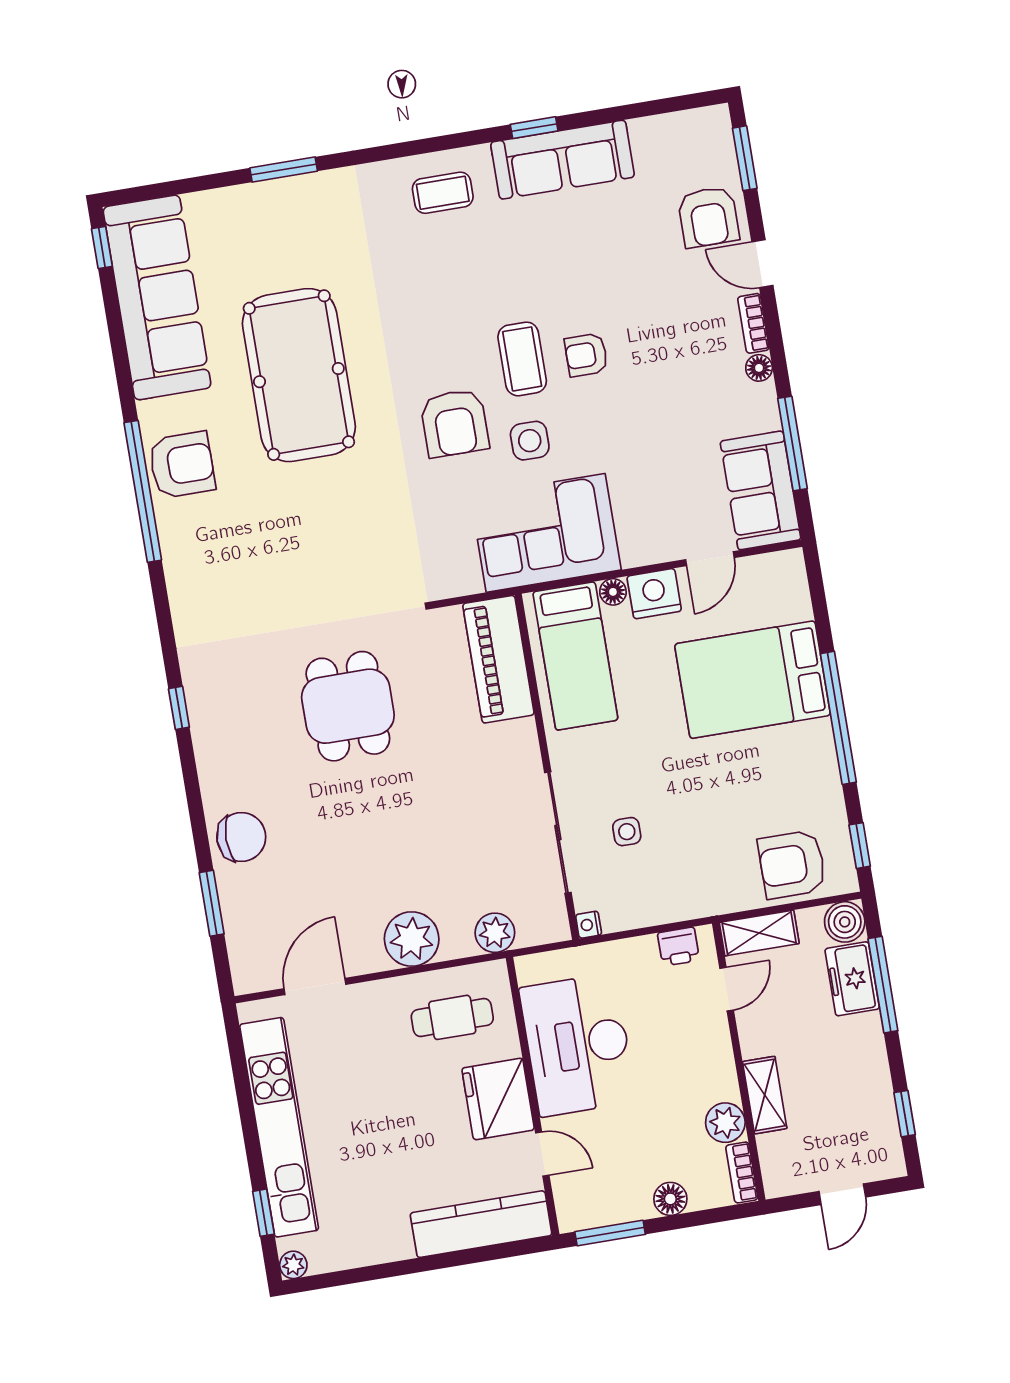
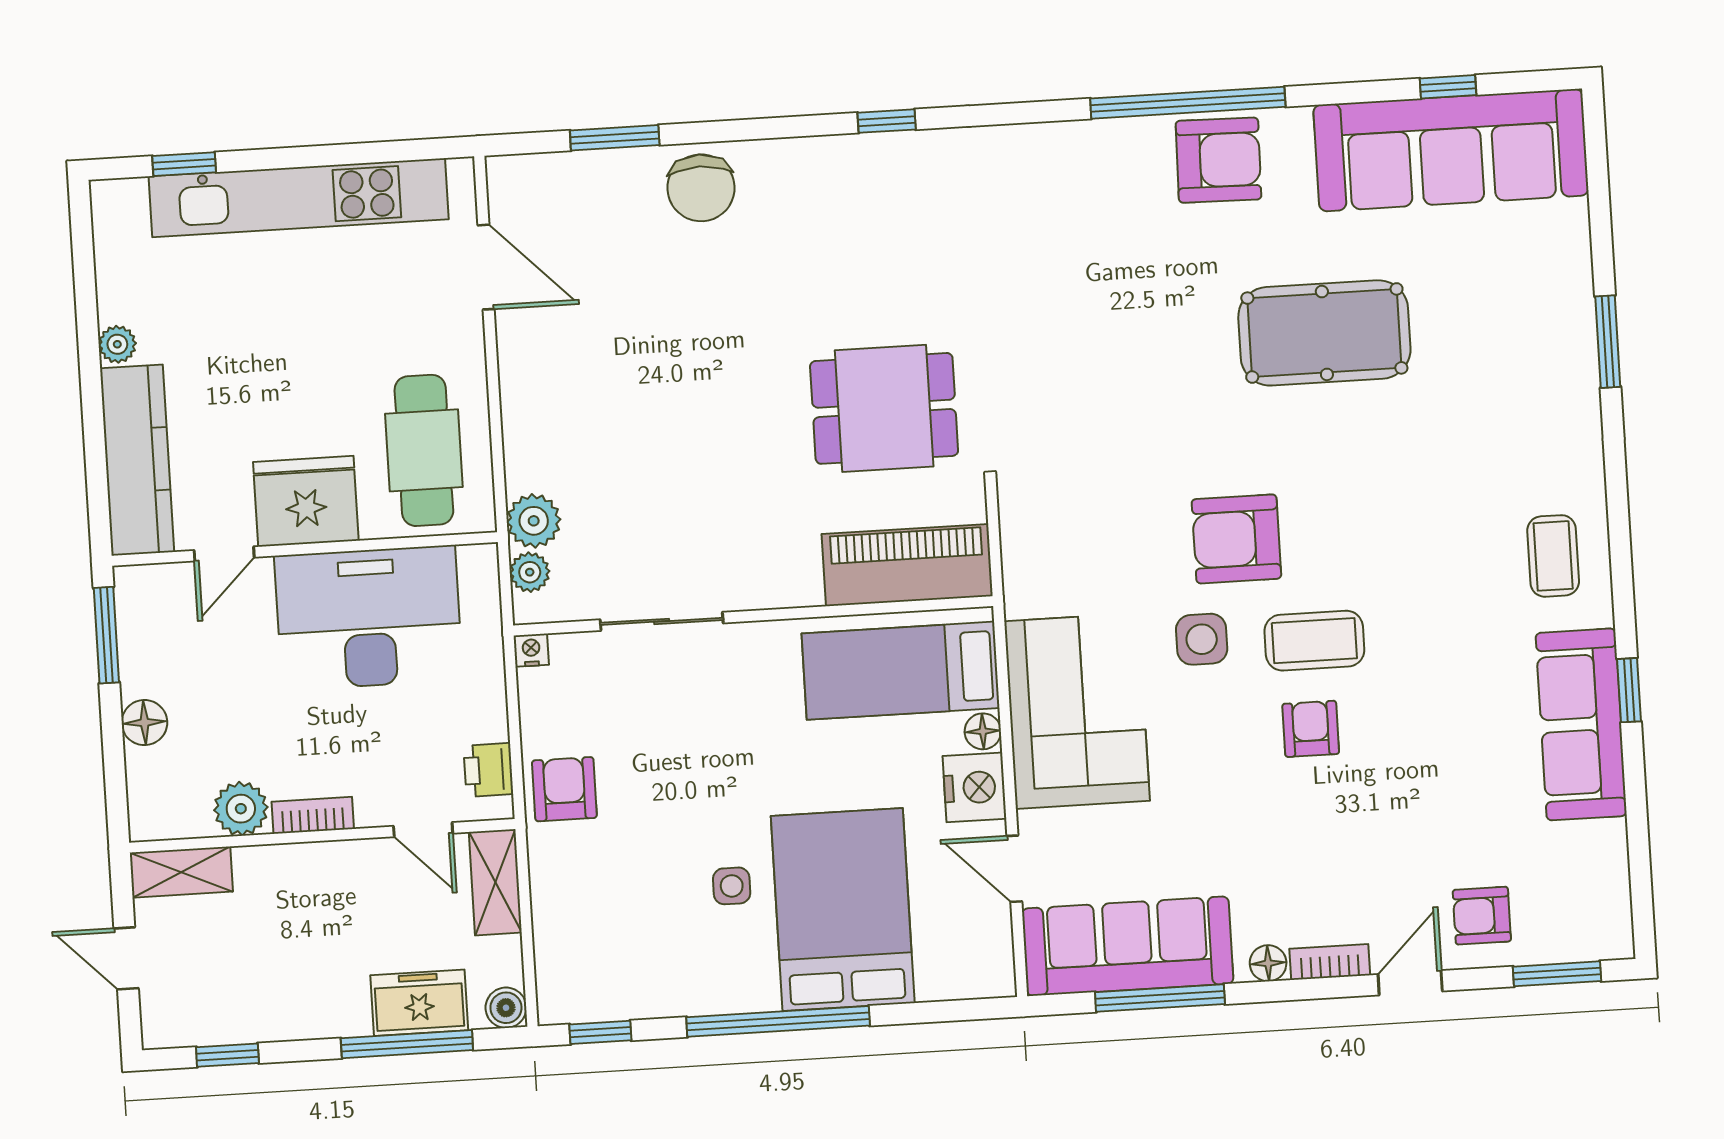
armchair: (708, 217) -> (1482, 916), width x0.72, depth x0.72
window: (102, 247) -> (1448, 87), moved
pool table: (299, 375) -> (1324, 333), width x0.73, depth x0.76
armchair: (182, 465) -> (1218, 160), turned -89
sofa: (761, 490) -> (1128, 946), width x1.36
corner sofa: (546, 533) -> (1077, 711), moved
dining table: (348, 706) -> (884, 408), moved
side table: (627, 832) -> (732, 886), moved
sliding door: (558, 833) -> (662, 621), width x0.73
armchair: (792, 864) -> (564, 789), moved, width x0.72, depth x0.72
boiler: (845, 922) -> (506, 1008), width x0.73, depth x0.73
plant: (412, 939) -> (530, 572), moved, width x0.53, depth x0.53
cafe table: (452, 1017) -> (424, 450), width x1.37, depth x1.35
shelving: (765, 1095) -> (181, 872), moved
bookcase: (742, 1173) -> (313, 815), moved
plant: (293, 1265) -> (117, 344), moved

